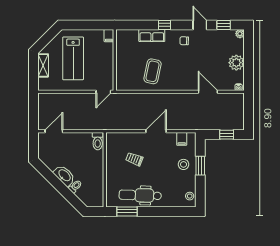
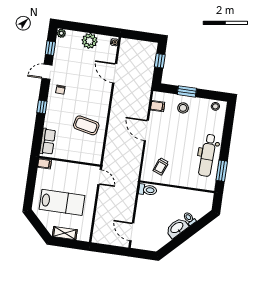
row of seats: (152, 35) -> (48, 141), moved
door: (208, 92) -> (115, 73), hinge flipped
trolley: (134, 159) -> (161, 166), moved

